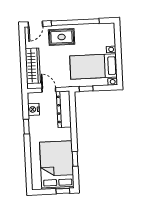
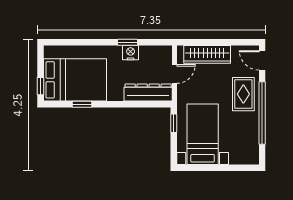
nightstand: (34, 109) -> (131, 53), moved

